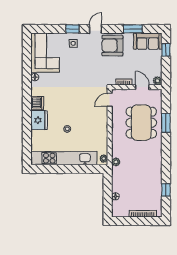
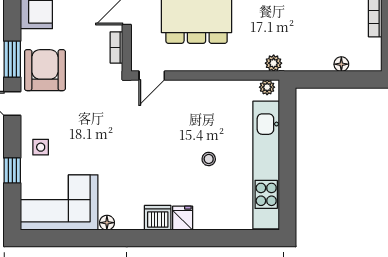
window: (72, 29) -> (12, 170), moved
window: (133, 29) -> (12, 59), moved
armchair: (112, 46) -> (45, 70), turned 180
door: (110, 100) -> (152, 76), hinge flipped
fridge: (39, 120) -> (183, 218), width x0.53, depth x0.75

